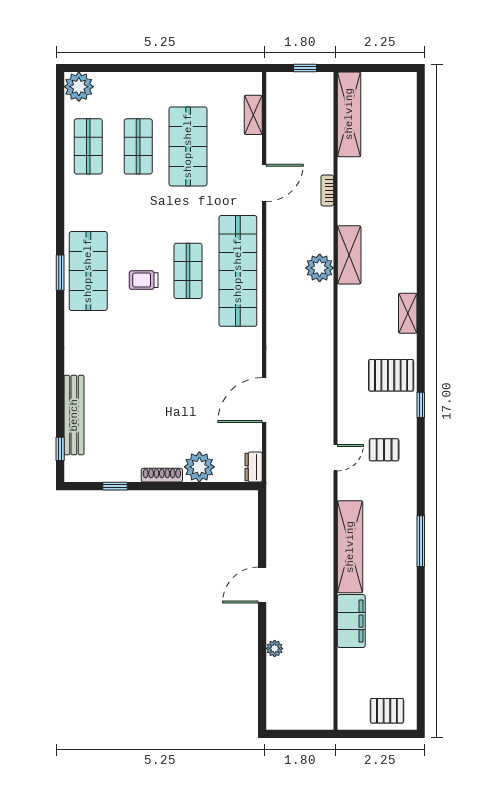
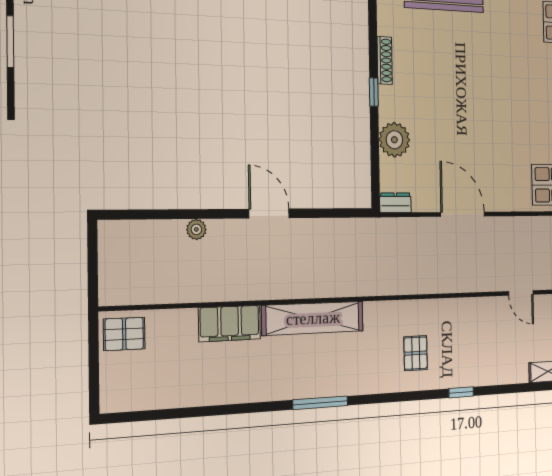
pallet: (391, 375) -> (489, 357), removed
door: (336, 458) -> (521, 293), moved
shoe rack: (162, 475) -> (385, 60), moved
window: (115, 486) -> (374, 92), moved
pallet: (387, 711) -> (124, 334), moved, turned 90

